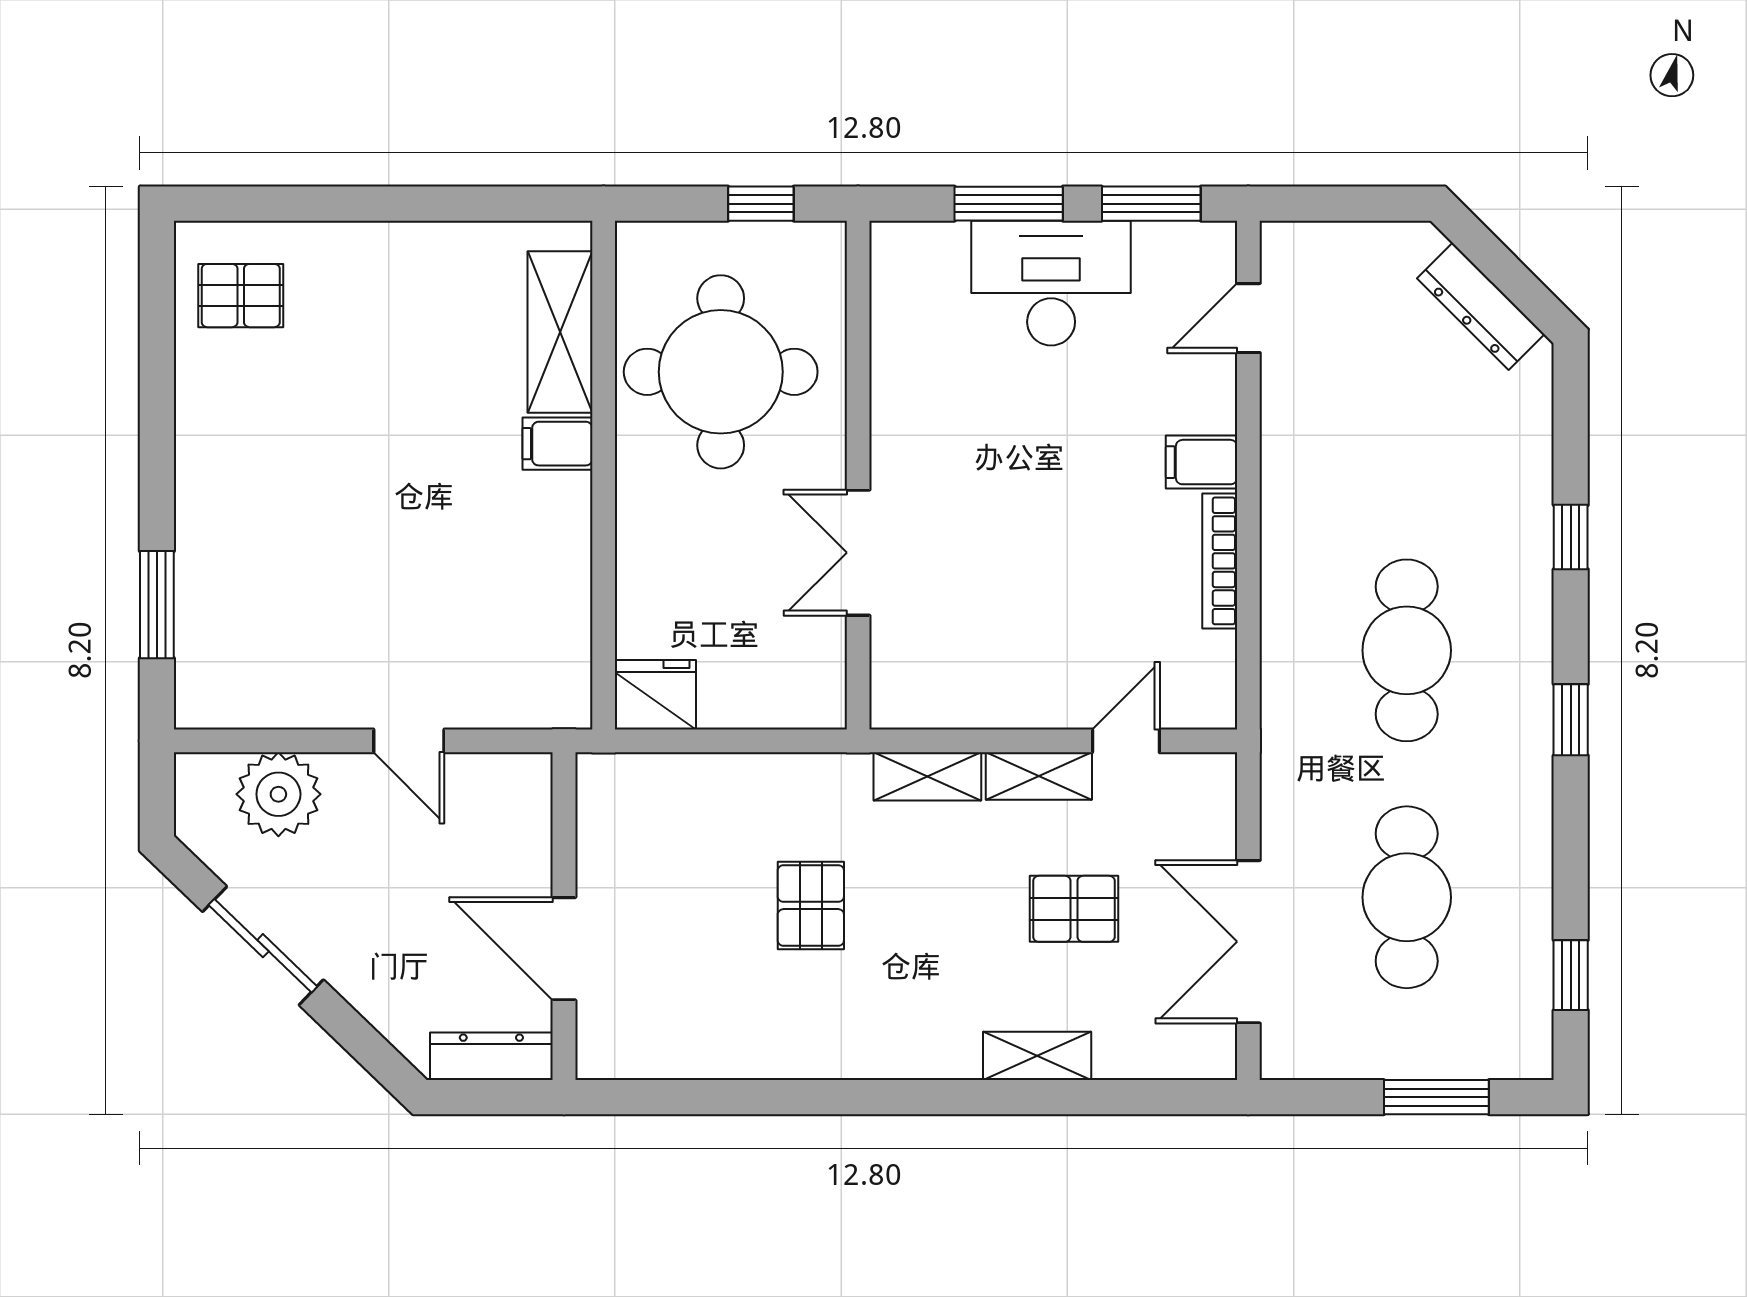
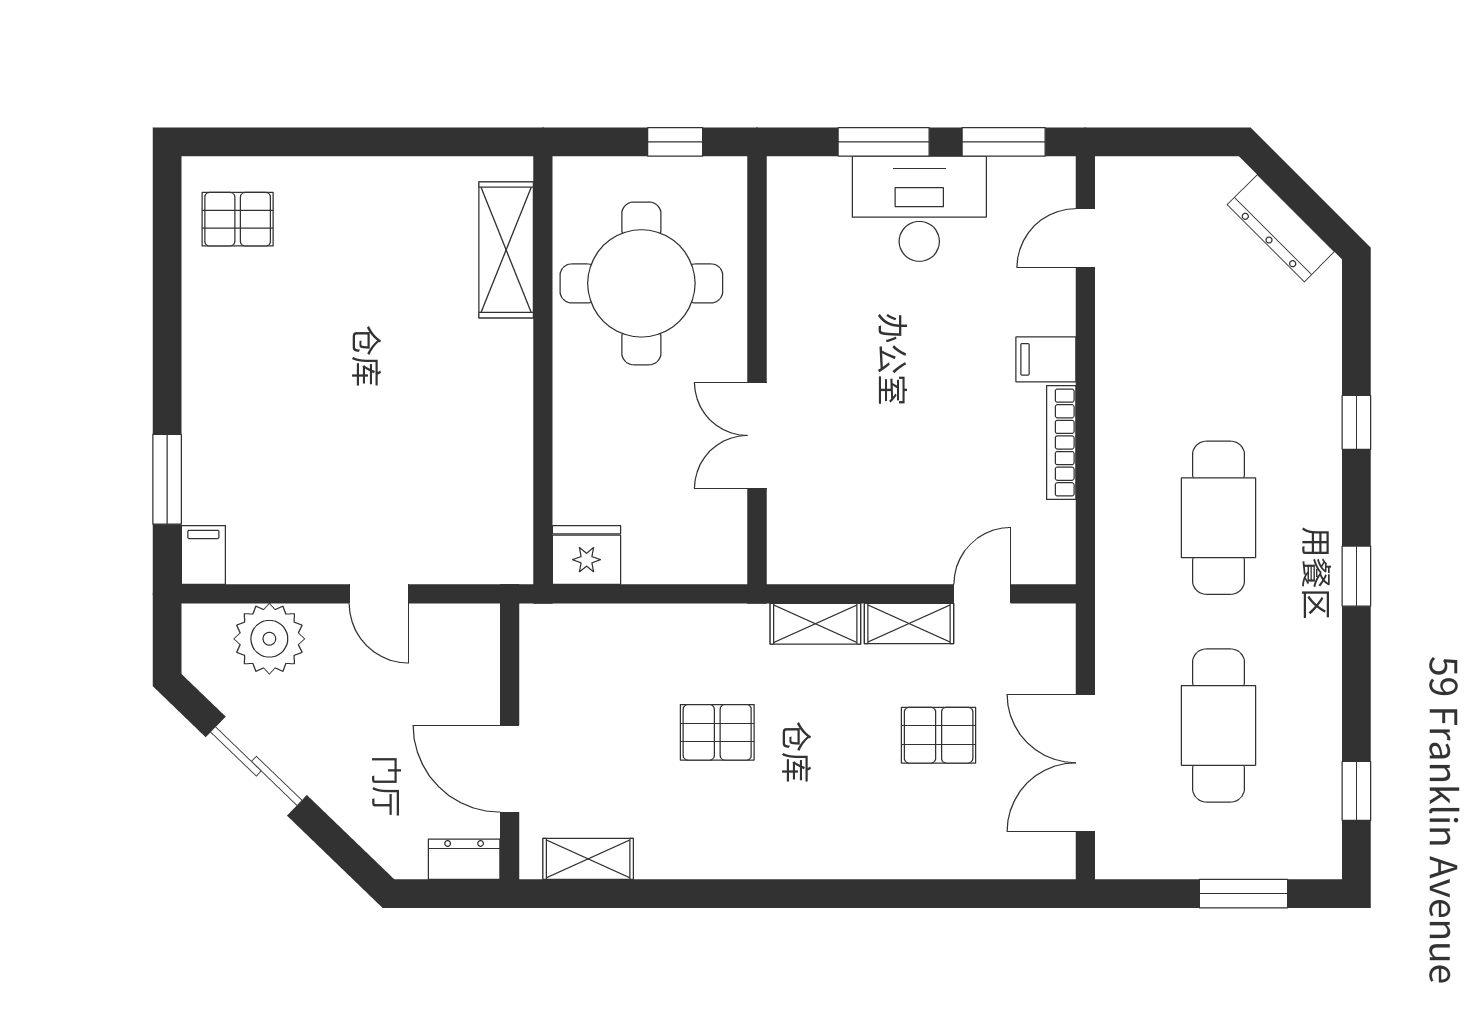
filing cabinet: (557, 444) -> (203, 555), moved, turned 90
pallet: (811, 905) -> (717, 732), turned 90
dresser: (491, 1056) -> (464, 859), width x0.70
shelving: (1037, 1056) -> (588, 859), moved

